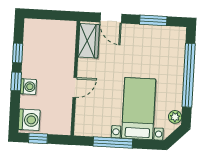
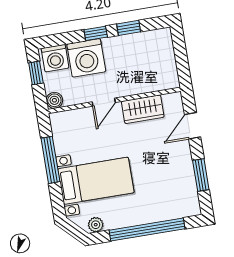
wardrobe: (89, 41) -> (143, 109), moved
washing machine: (28, 87) -> (86, 58), width x1.89, depth x1.89
door: (75, 87) -> (104, 102), hinge flipped
boiler: (64, 128) -> (54, 100), added

